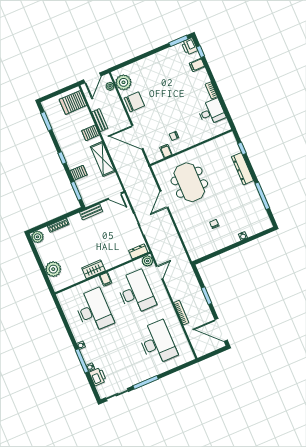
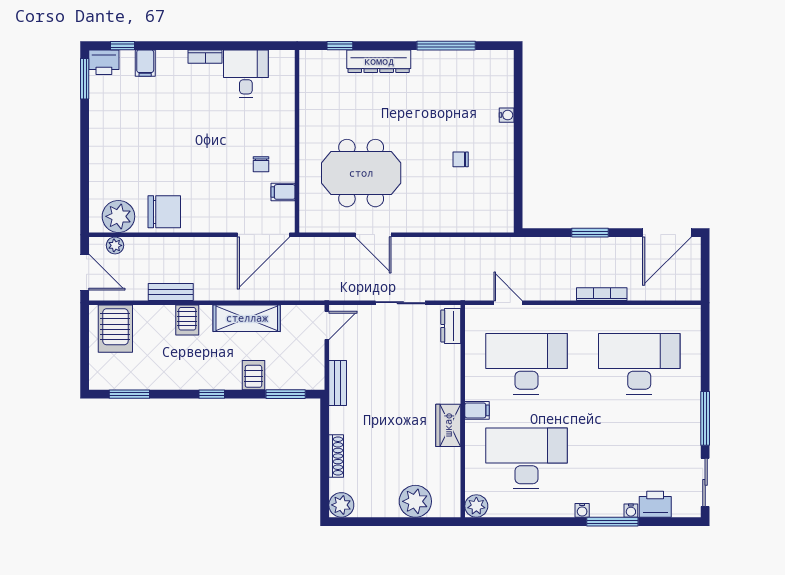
chair: (134, 102) -> (164, 212), turned 90
door: (137, 137) -> (264, 235), moved
plant: (147, 261) -> (476, 506), moved

